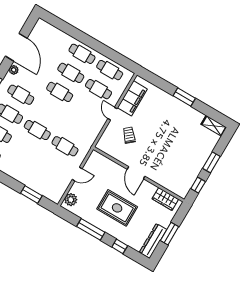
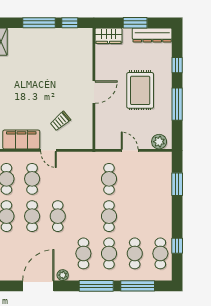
door: (113, 114) -> (48, 150), hinge flipped
window: (211, 162) -> (39, 23), width x1.44
wardrobe: (165, 199) -> (109, 36), moved, turned 90

